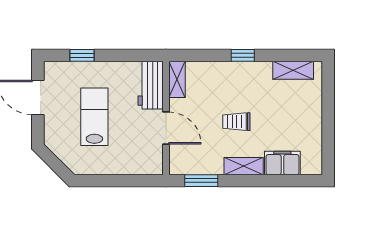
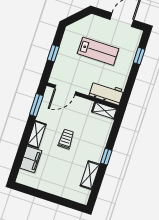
shelving: (293, 70) -> (90, 175), moved
door: (166, 128) -> (65, 90), moved
window: (119, 181) -> (53, 53), added

